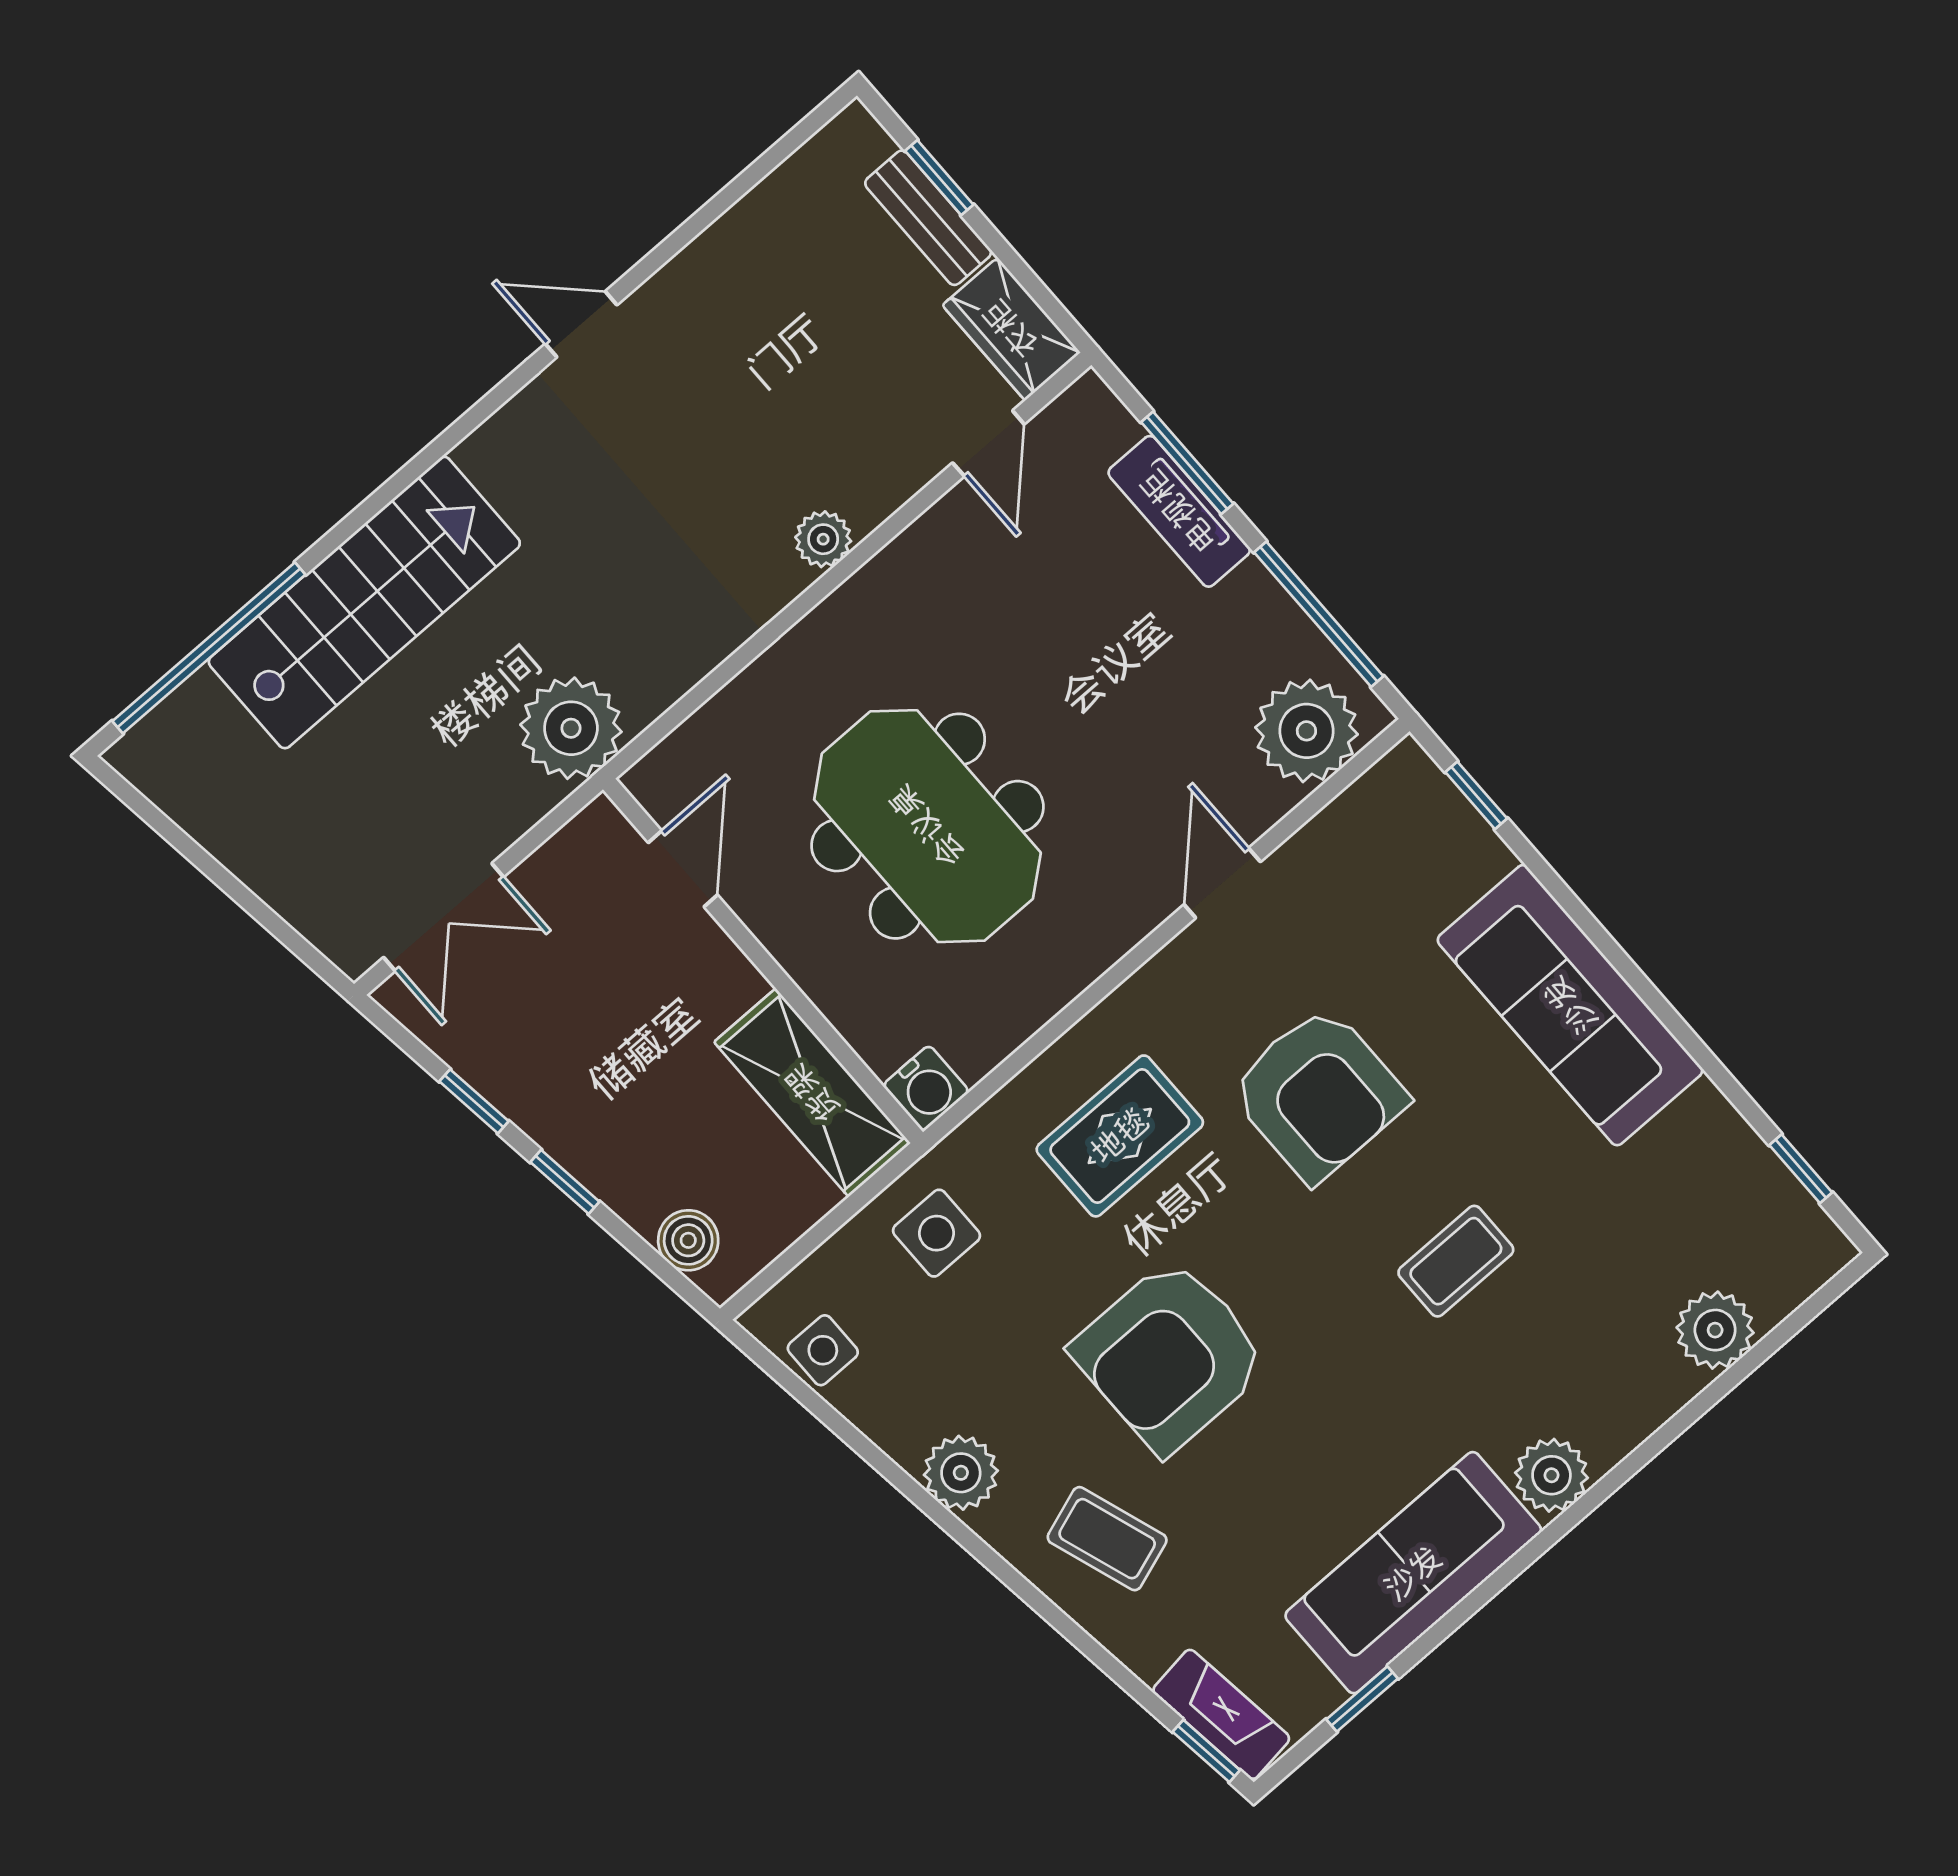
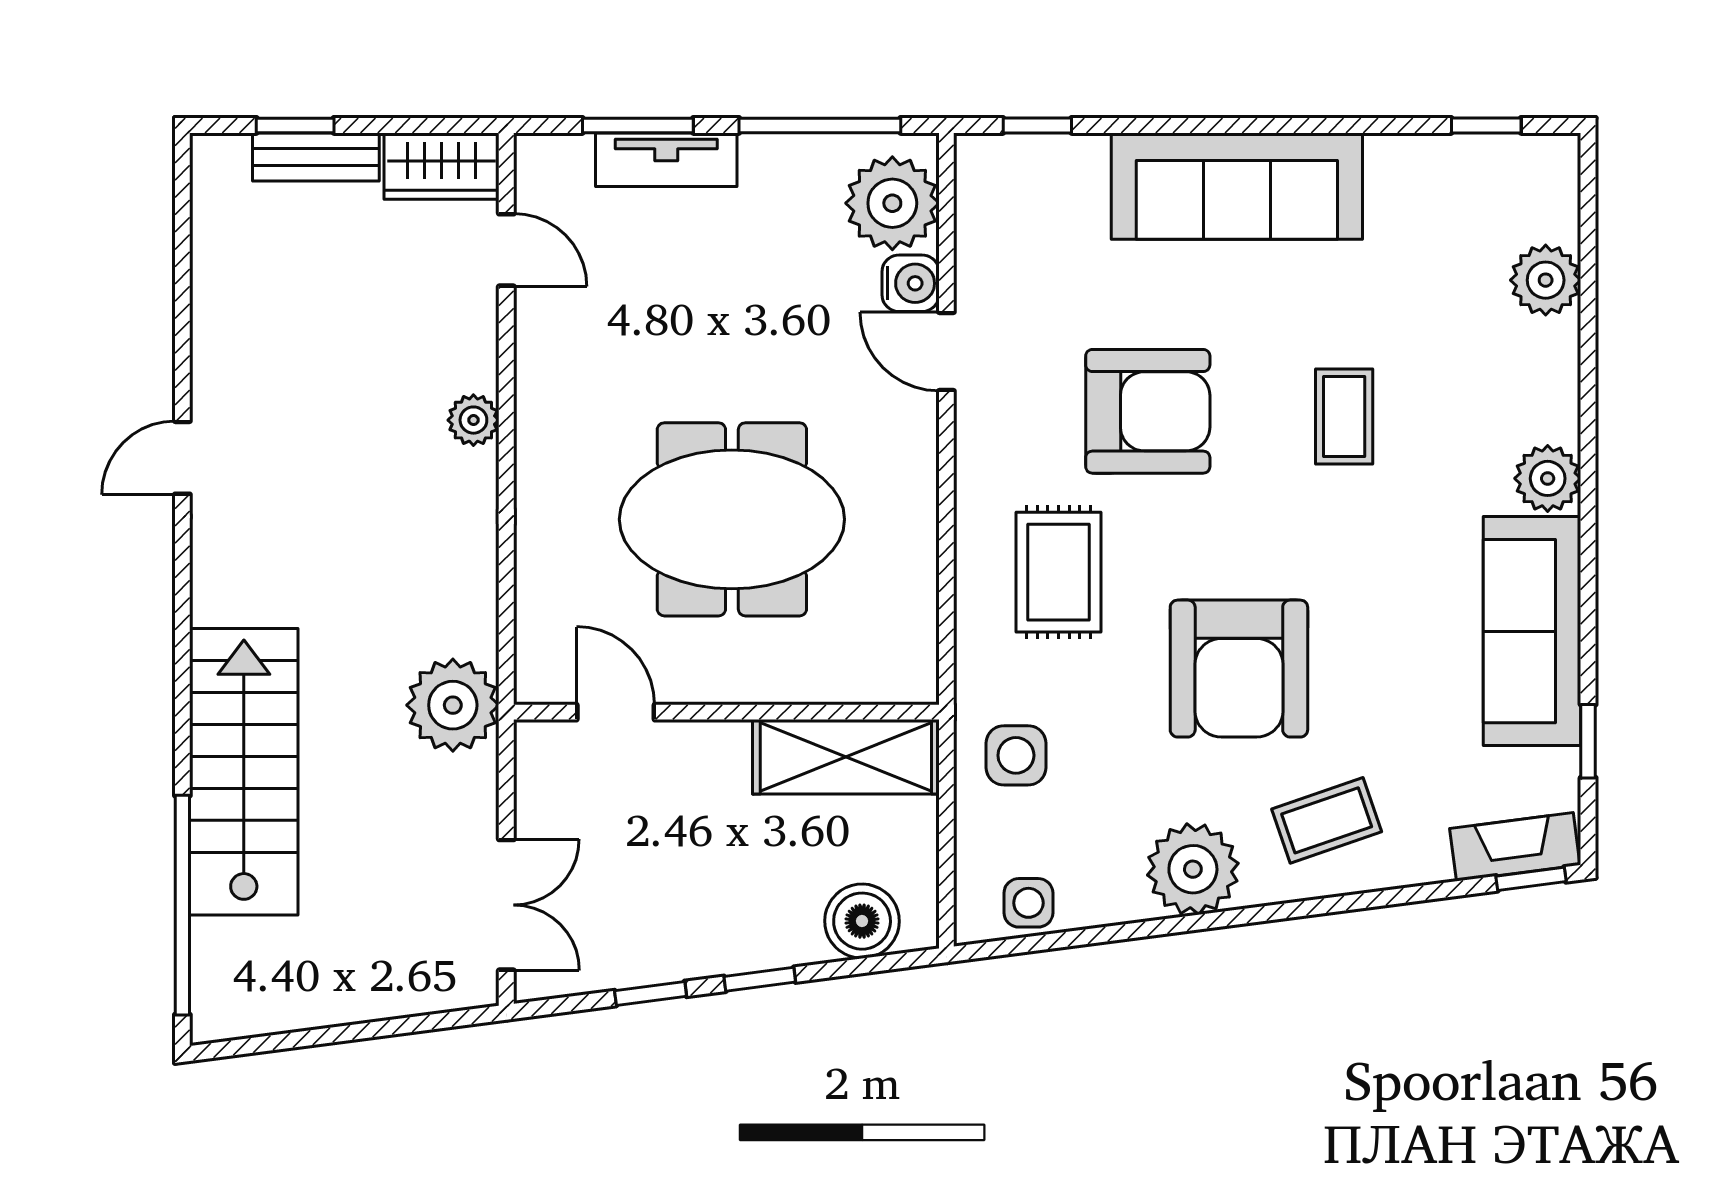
water cooler: (926, 1088) -> (911, 283), moved
boiler: (688, 1240) -> (862, 921), width x1.36, depth x1.36
plant: (961, 1473) -> (1193, 869), width x1.36, depth x1.36

